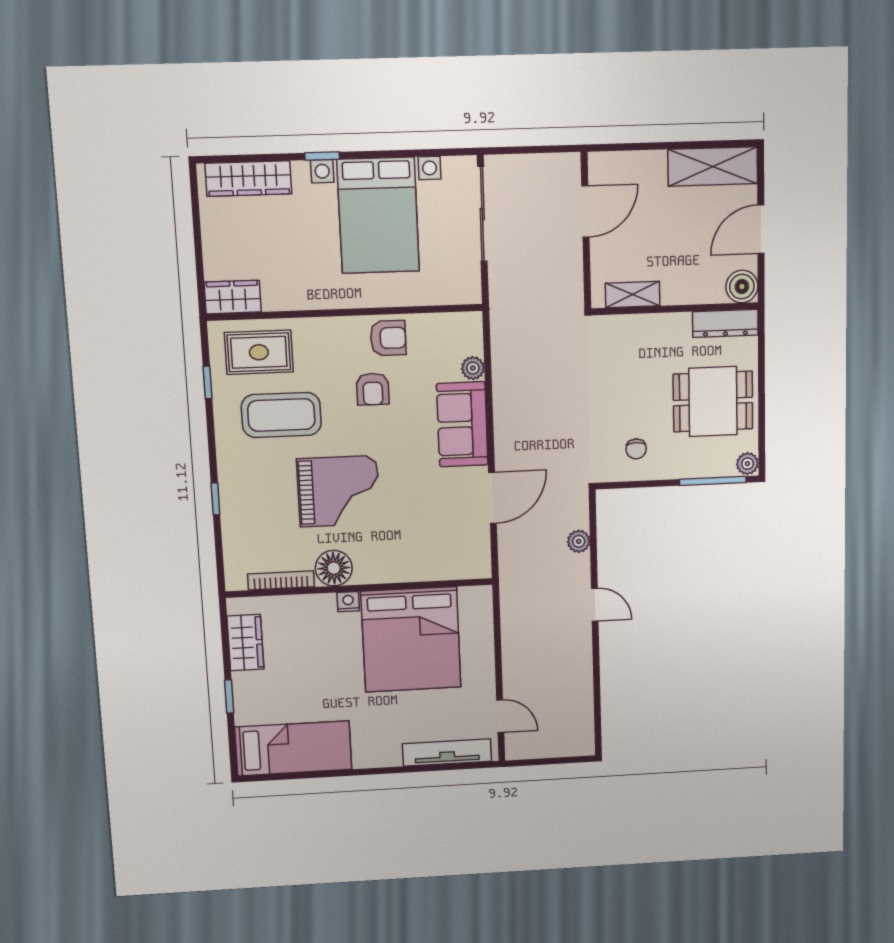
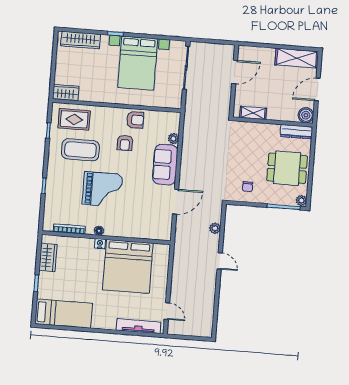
floor lamp: (334, 568) -> (99, 231), width x0.53, depth x0.53

